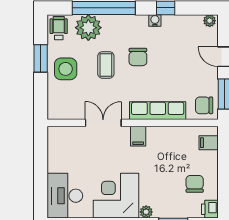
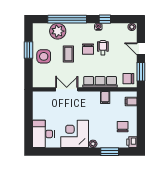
wheelchair: (59, 28) -> (103, 48), moved
filing cabinet: (138, 136) -> (105, 98), moved

